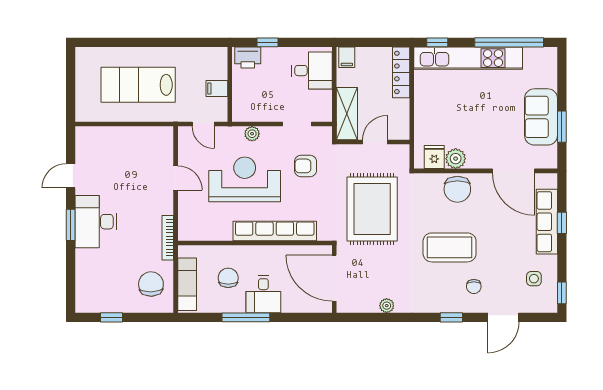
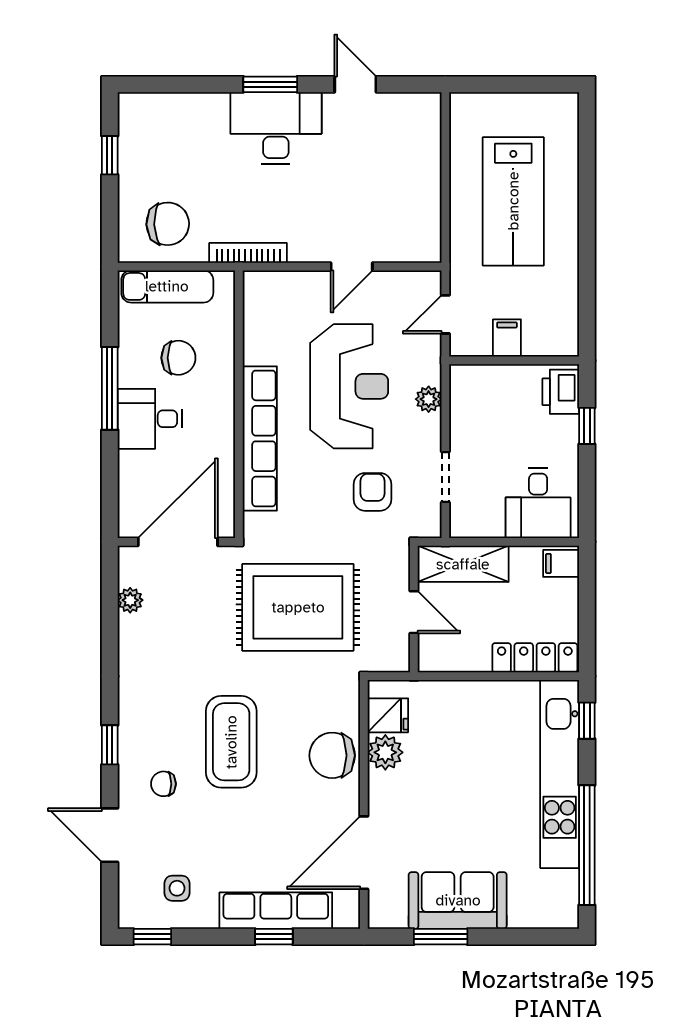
lab bench: (138, 85) -> (513, 201), turned 180
plant: (387, 306) -> (130, 600), moved

